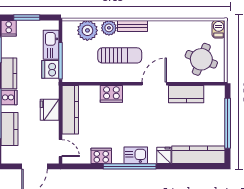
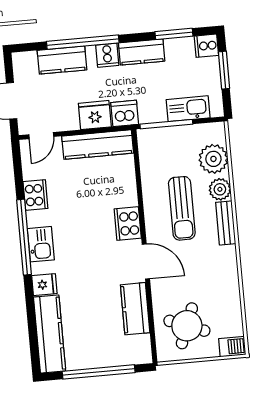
dishwasher: (50, 69) -> (125, 113), moved
cooker: (111, 94) -> (128, 224), moved

